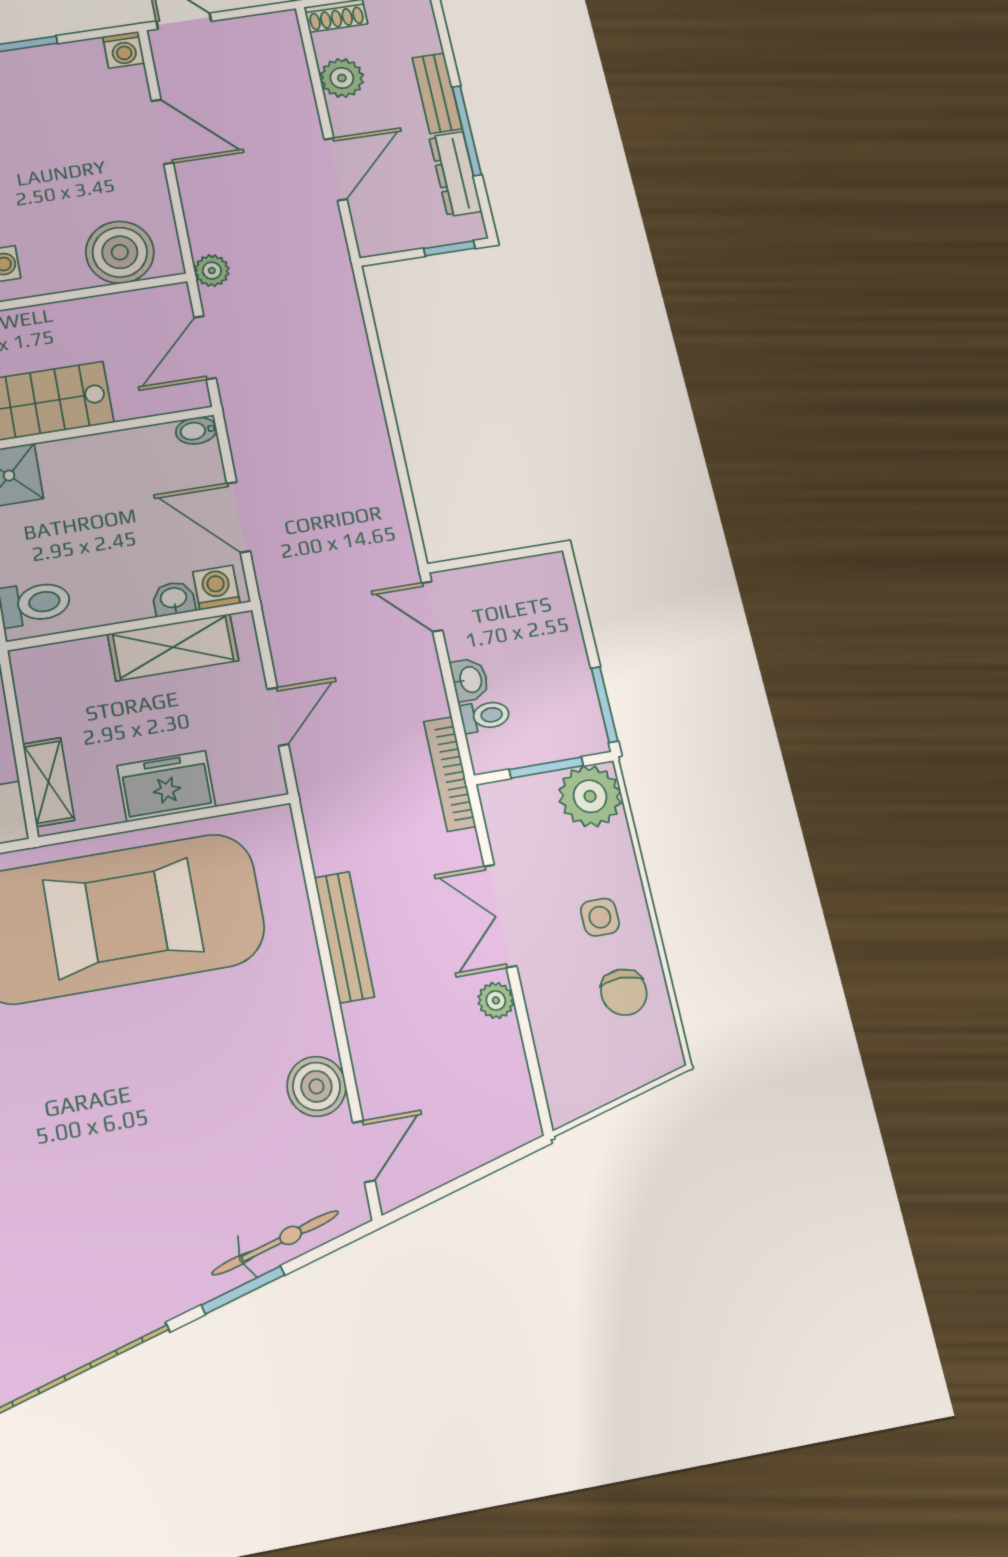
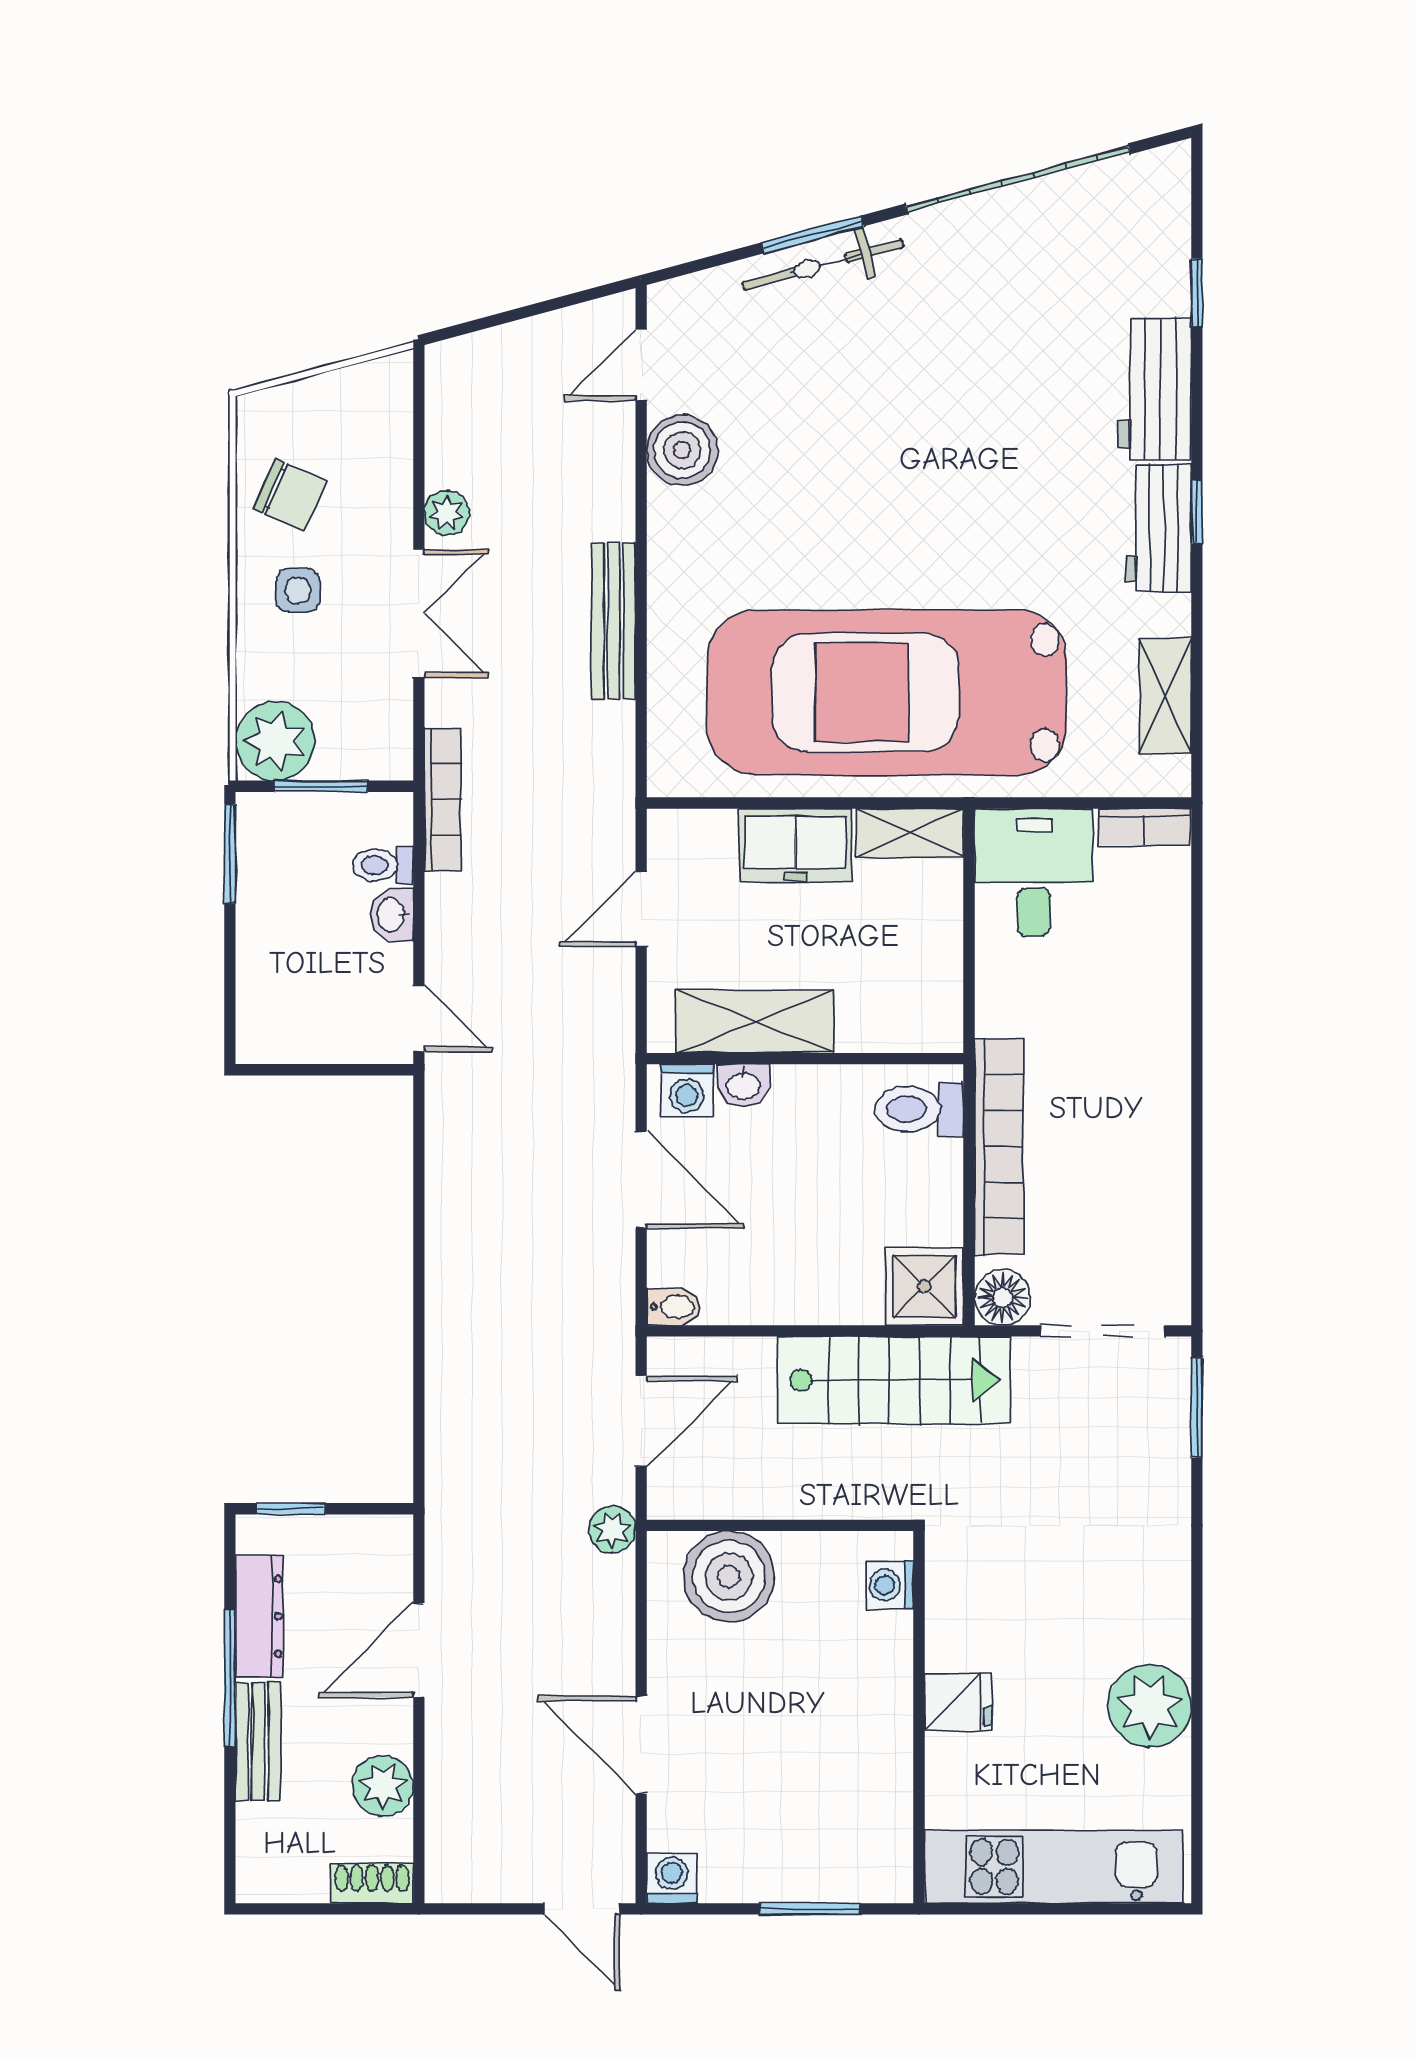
shelving: (48, 782) -> (910, 833), moved, turned 90
chair: (624, 992) -> (290, 495), turned 114
bicycle: (275, 1243) -> (823, 265), moved

